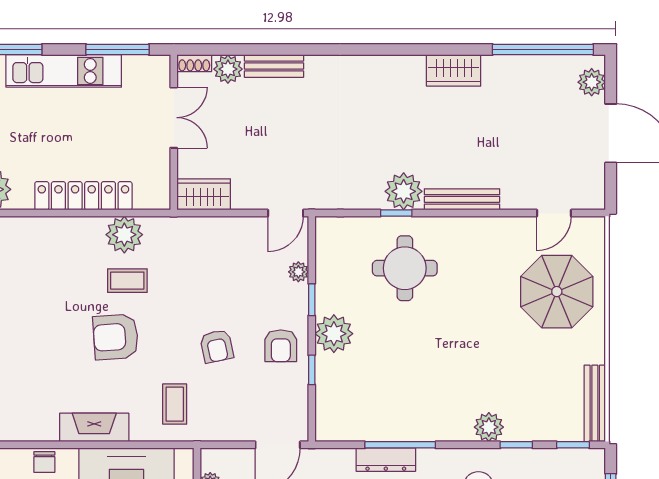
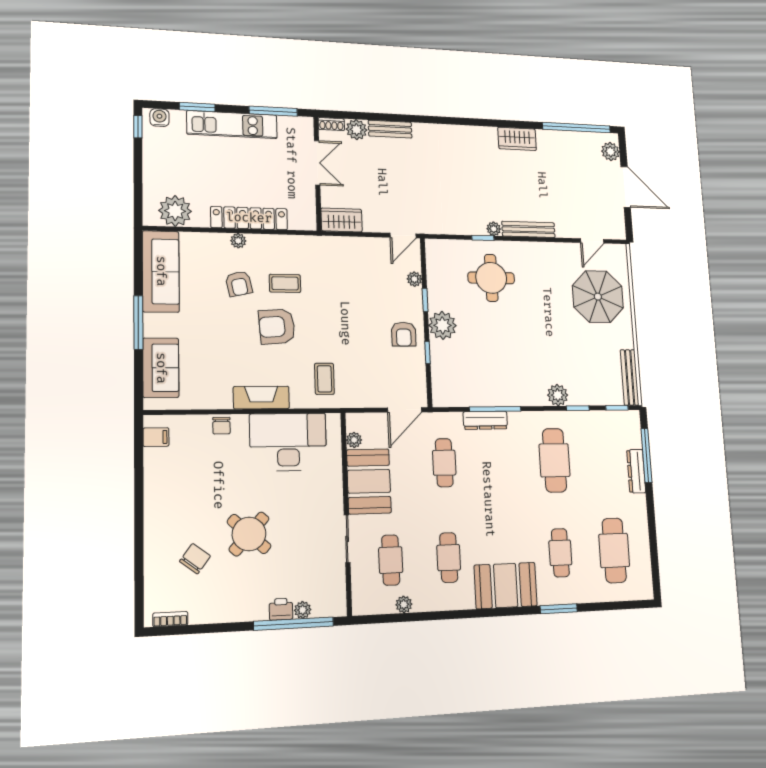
plant: (404, 191) -> (494, 229), width x0.53, depth x0.53
plant: (124, 235) -> (238, 241), moved, width x0.53, depth x0.53
armchair: (217, 346) -> (239, 284), moved

